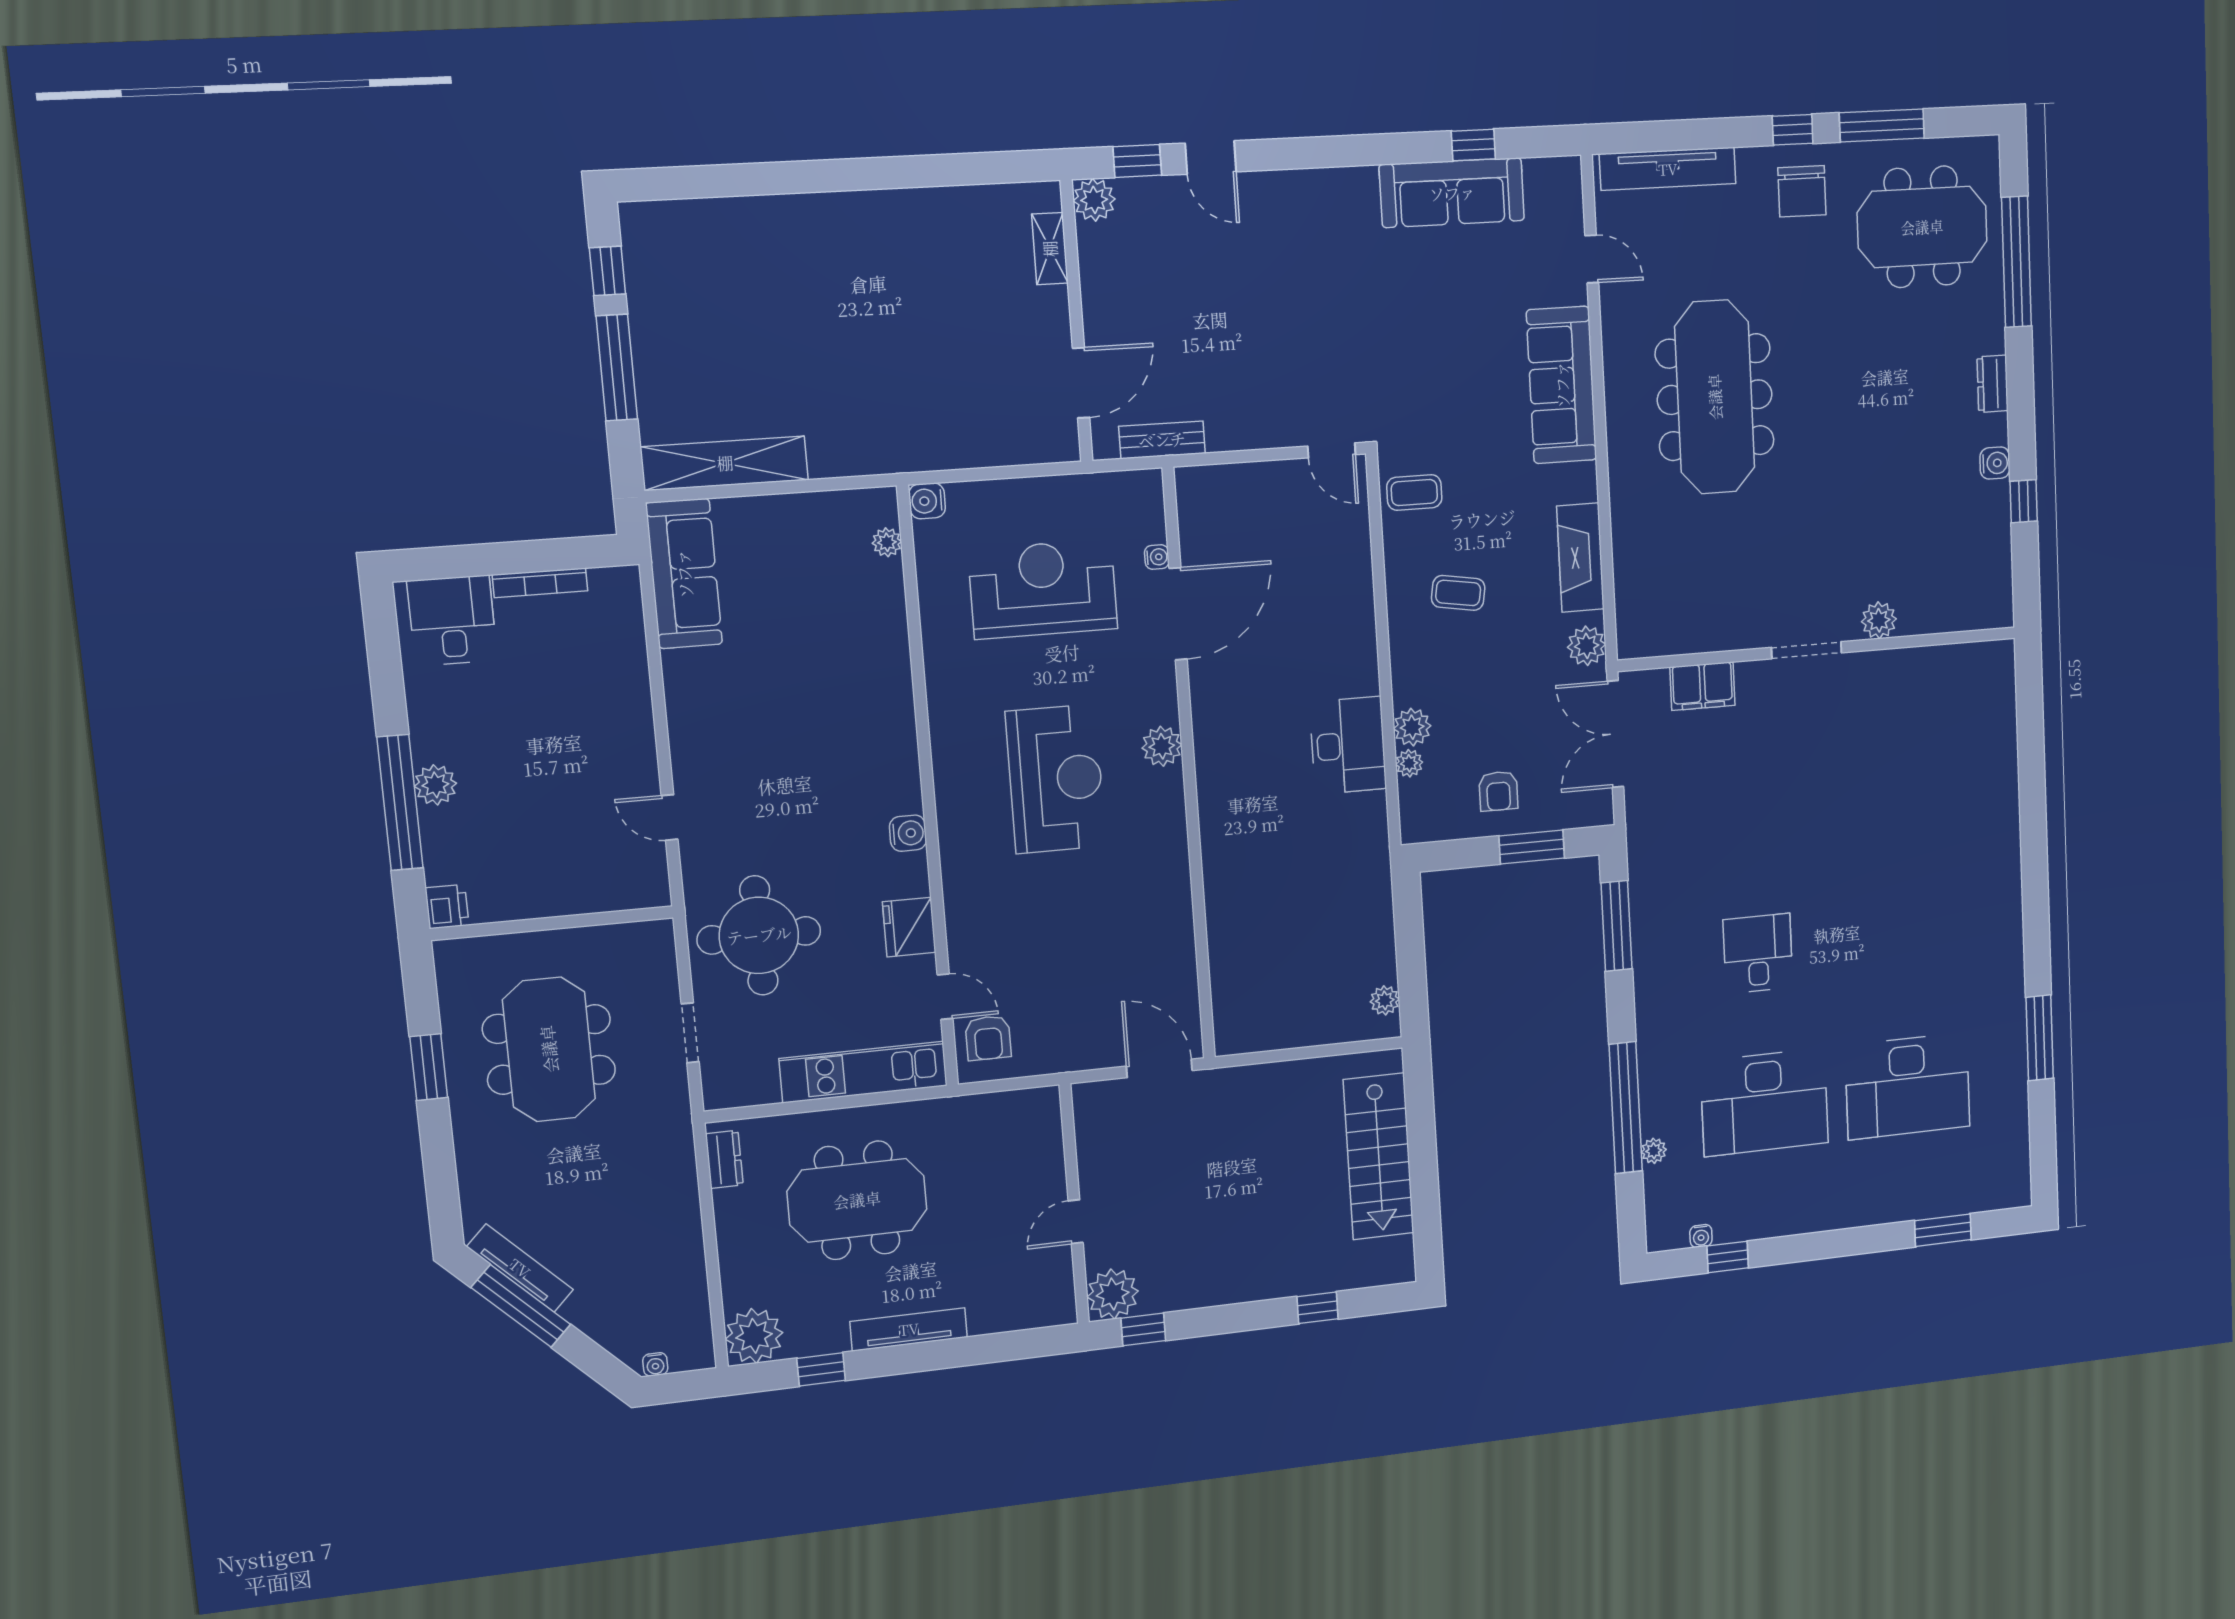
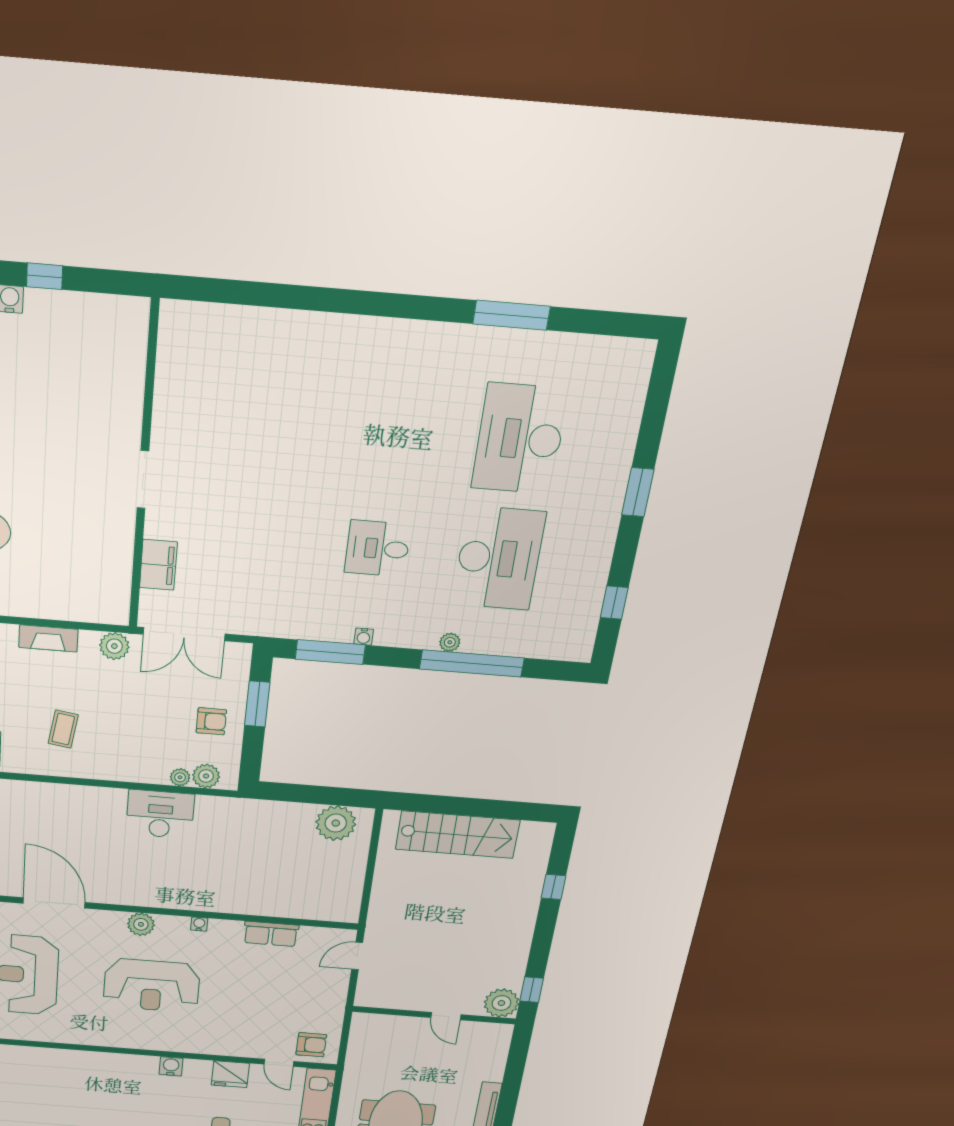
water cooler: (1157, 557) -> (199, 924), moved
fireplace: (1580, 558) -> (48, 638), width x0.73, depth x0.76
plant: (1879, 620) -> (128, 417), removed
plant: (1412, 727) -> (206, 776), moved
reception desk: (1056, 779) -> (152, 985), turned 180
row of seats: (1177, 937) -> (271, 934), added
door: (945, 997) -> (279, 1063), swing flipped
plant: (1385, 1000) -> (336, 823), width x1.87, depth x1.87
door: (1159, 1068) -> (357, 956), width x0.73
desk: (1908, 1086) -> (520, 439), turned 180
plant: (1654, 1151) -> (450, 642), moved
window: (1943, 1230) -> (638, 492), moved
water cooler: (1701, 1236) -> (364, 637), moved, turned 90

